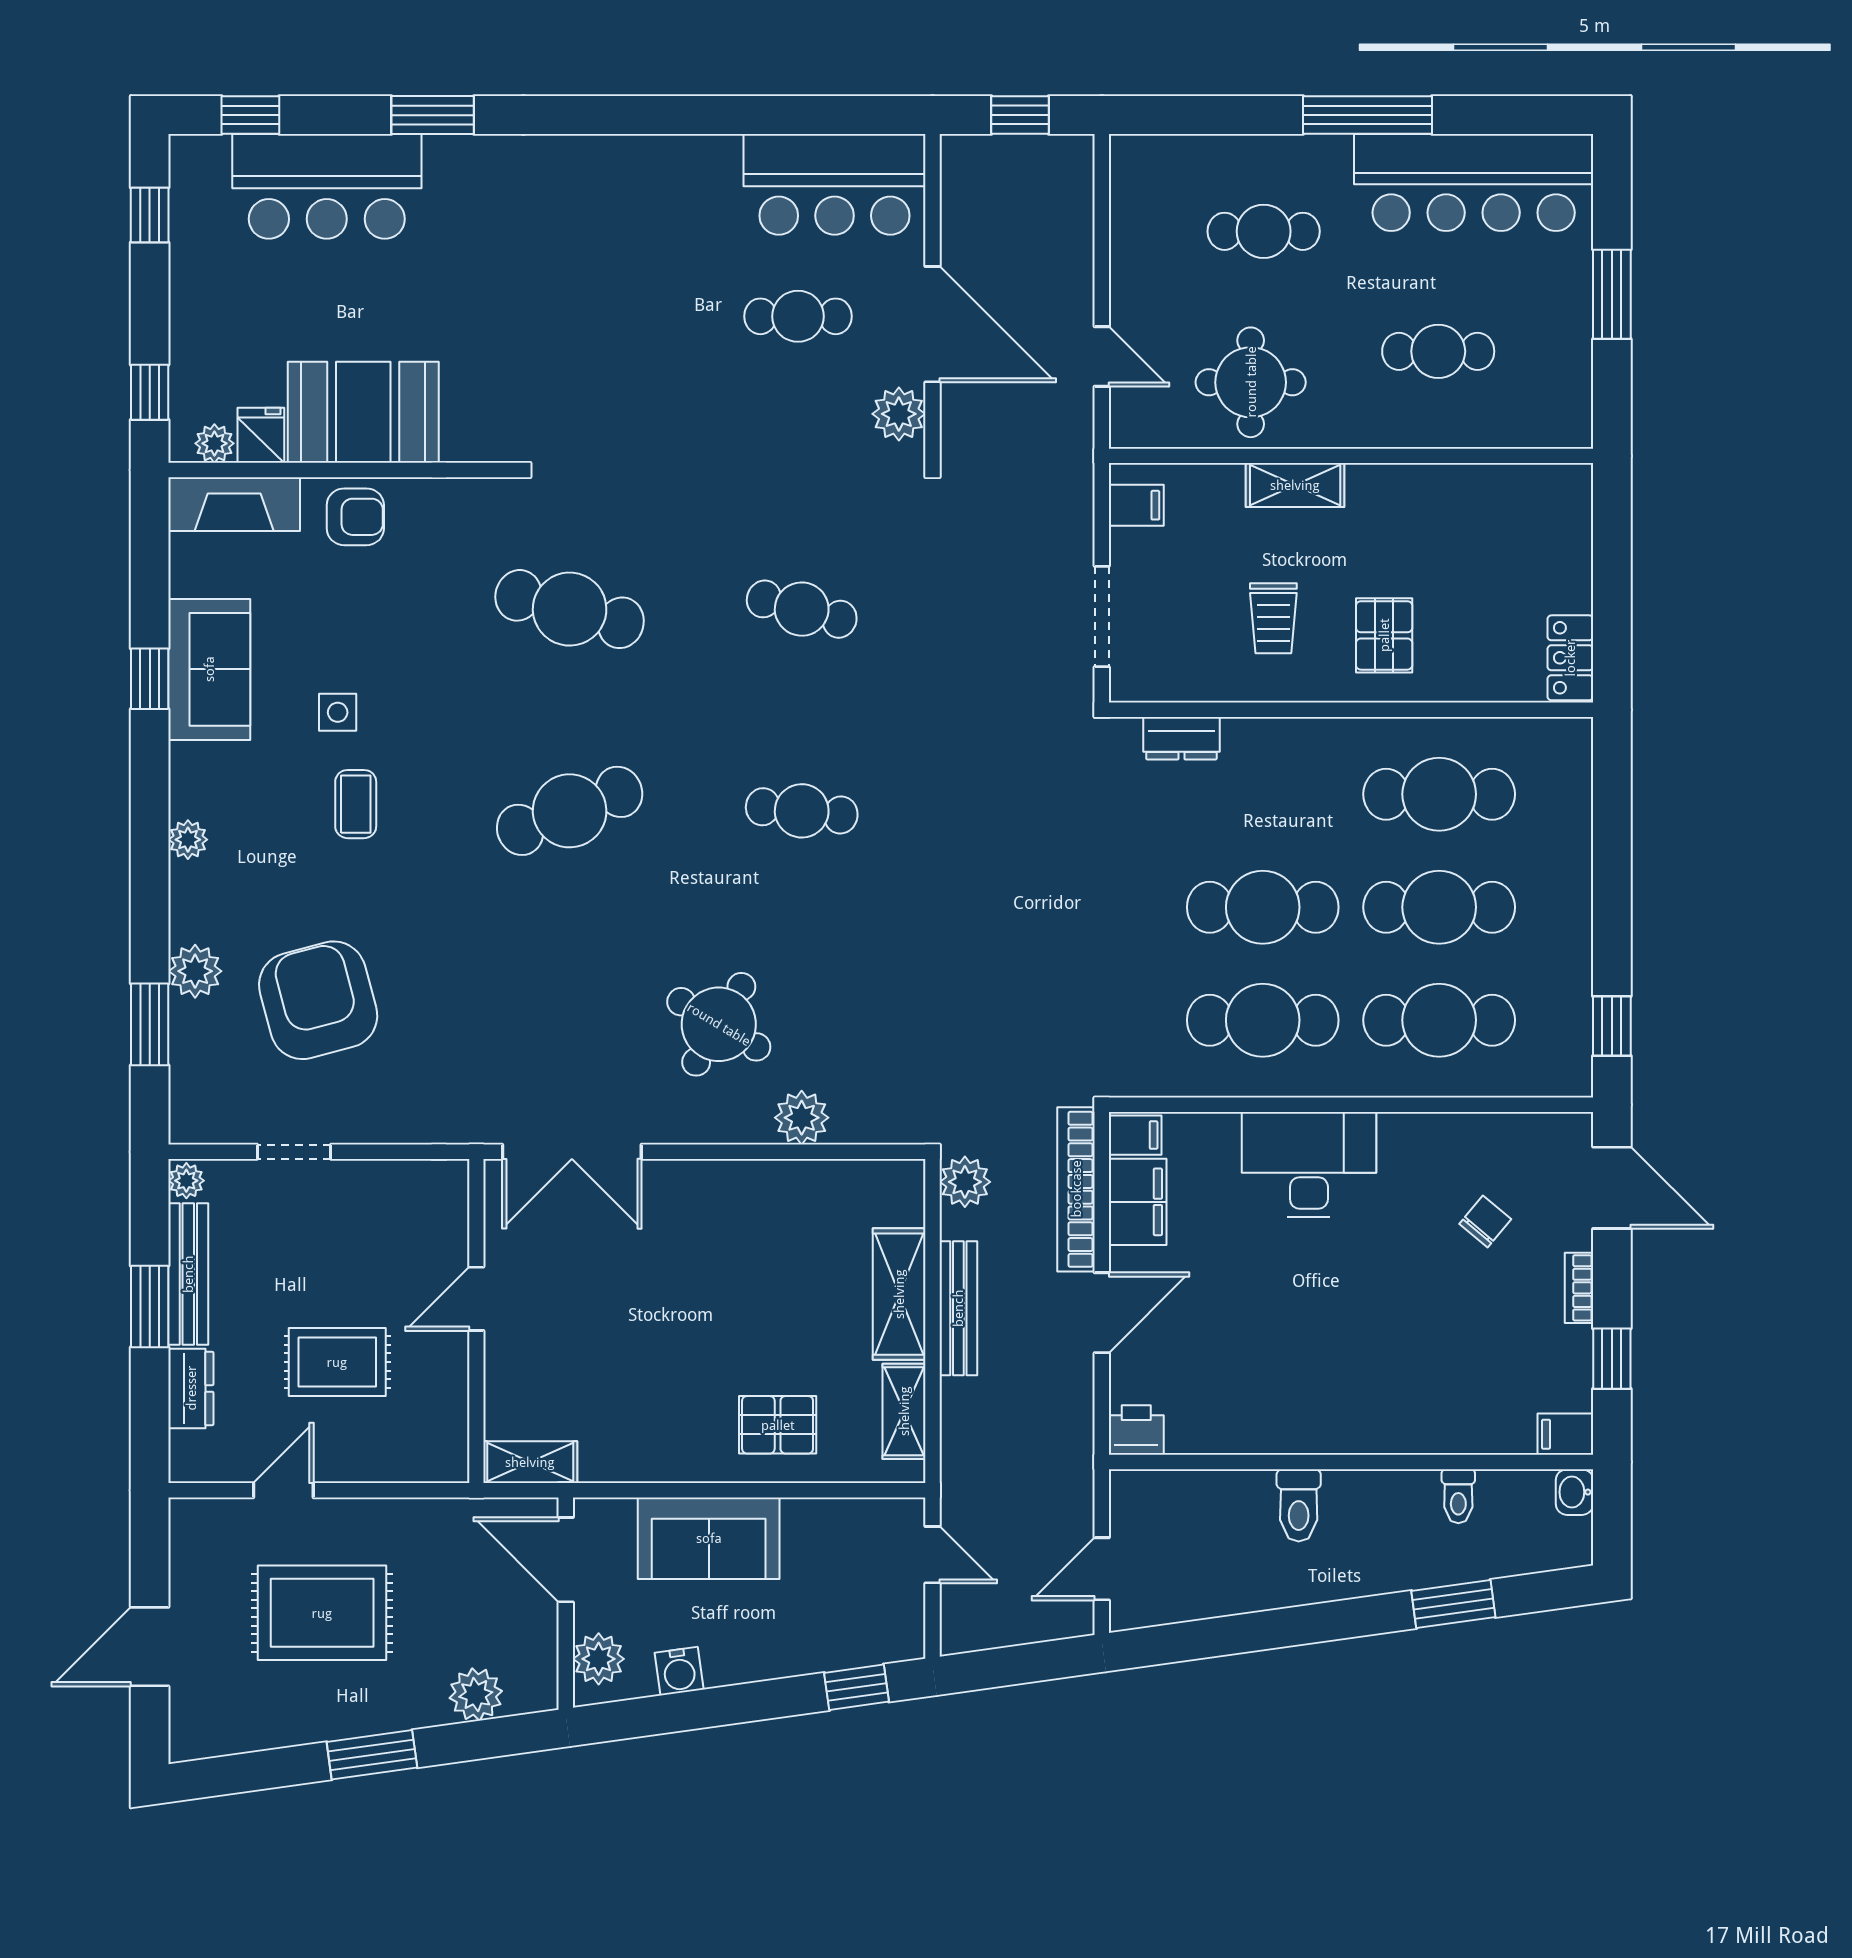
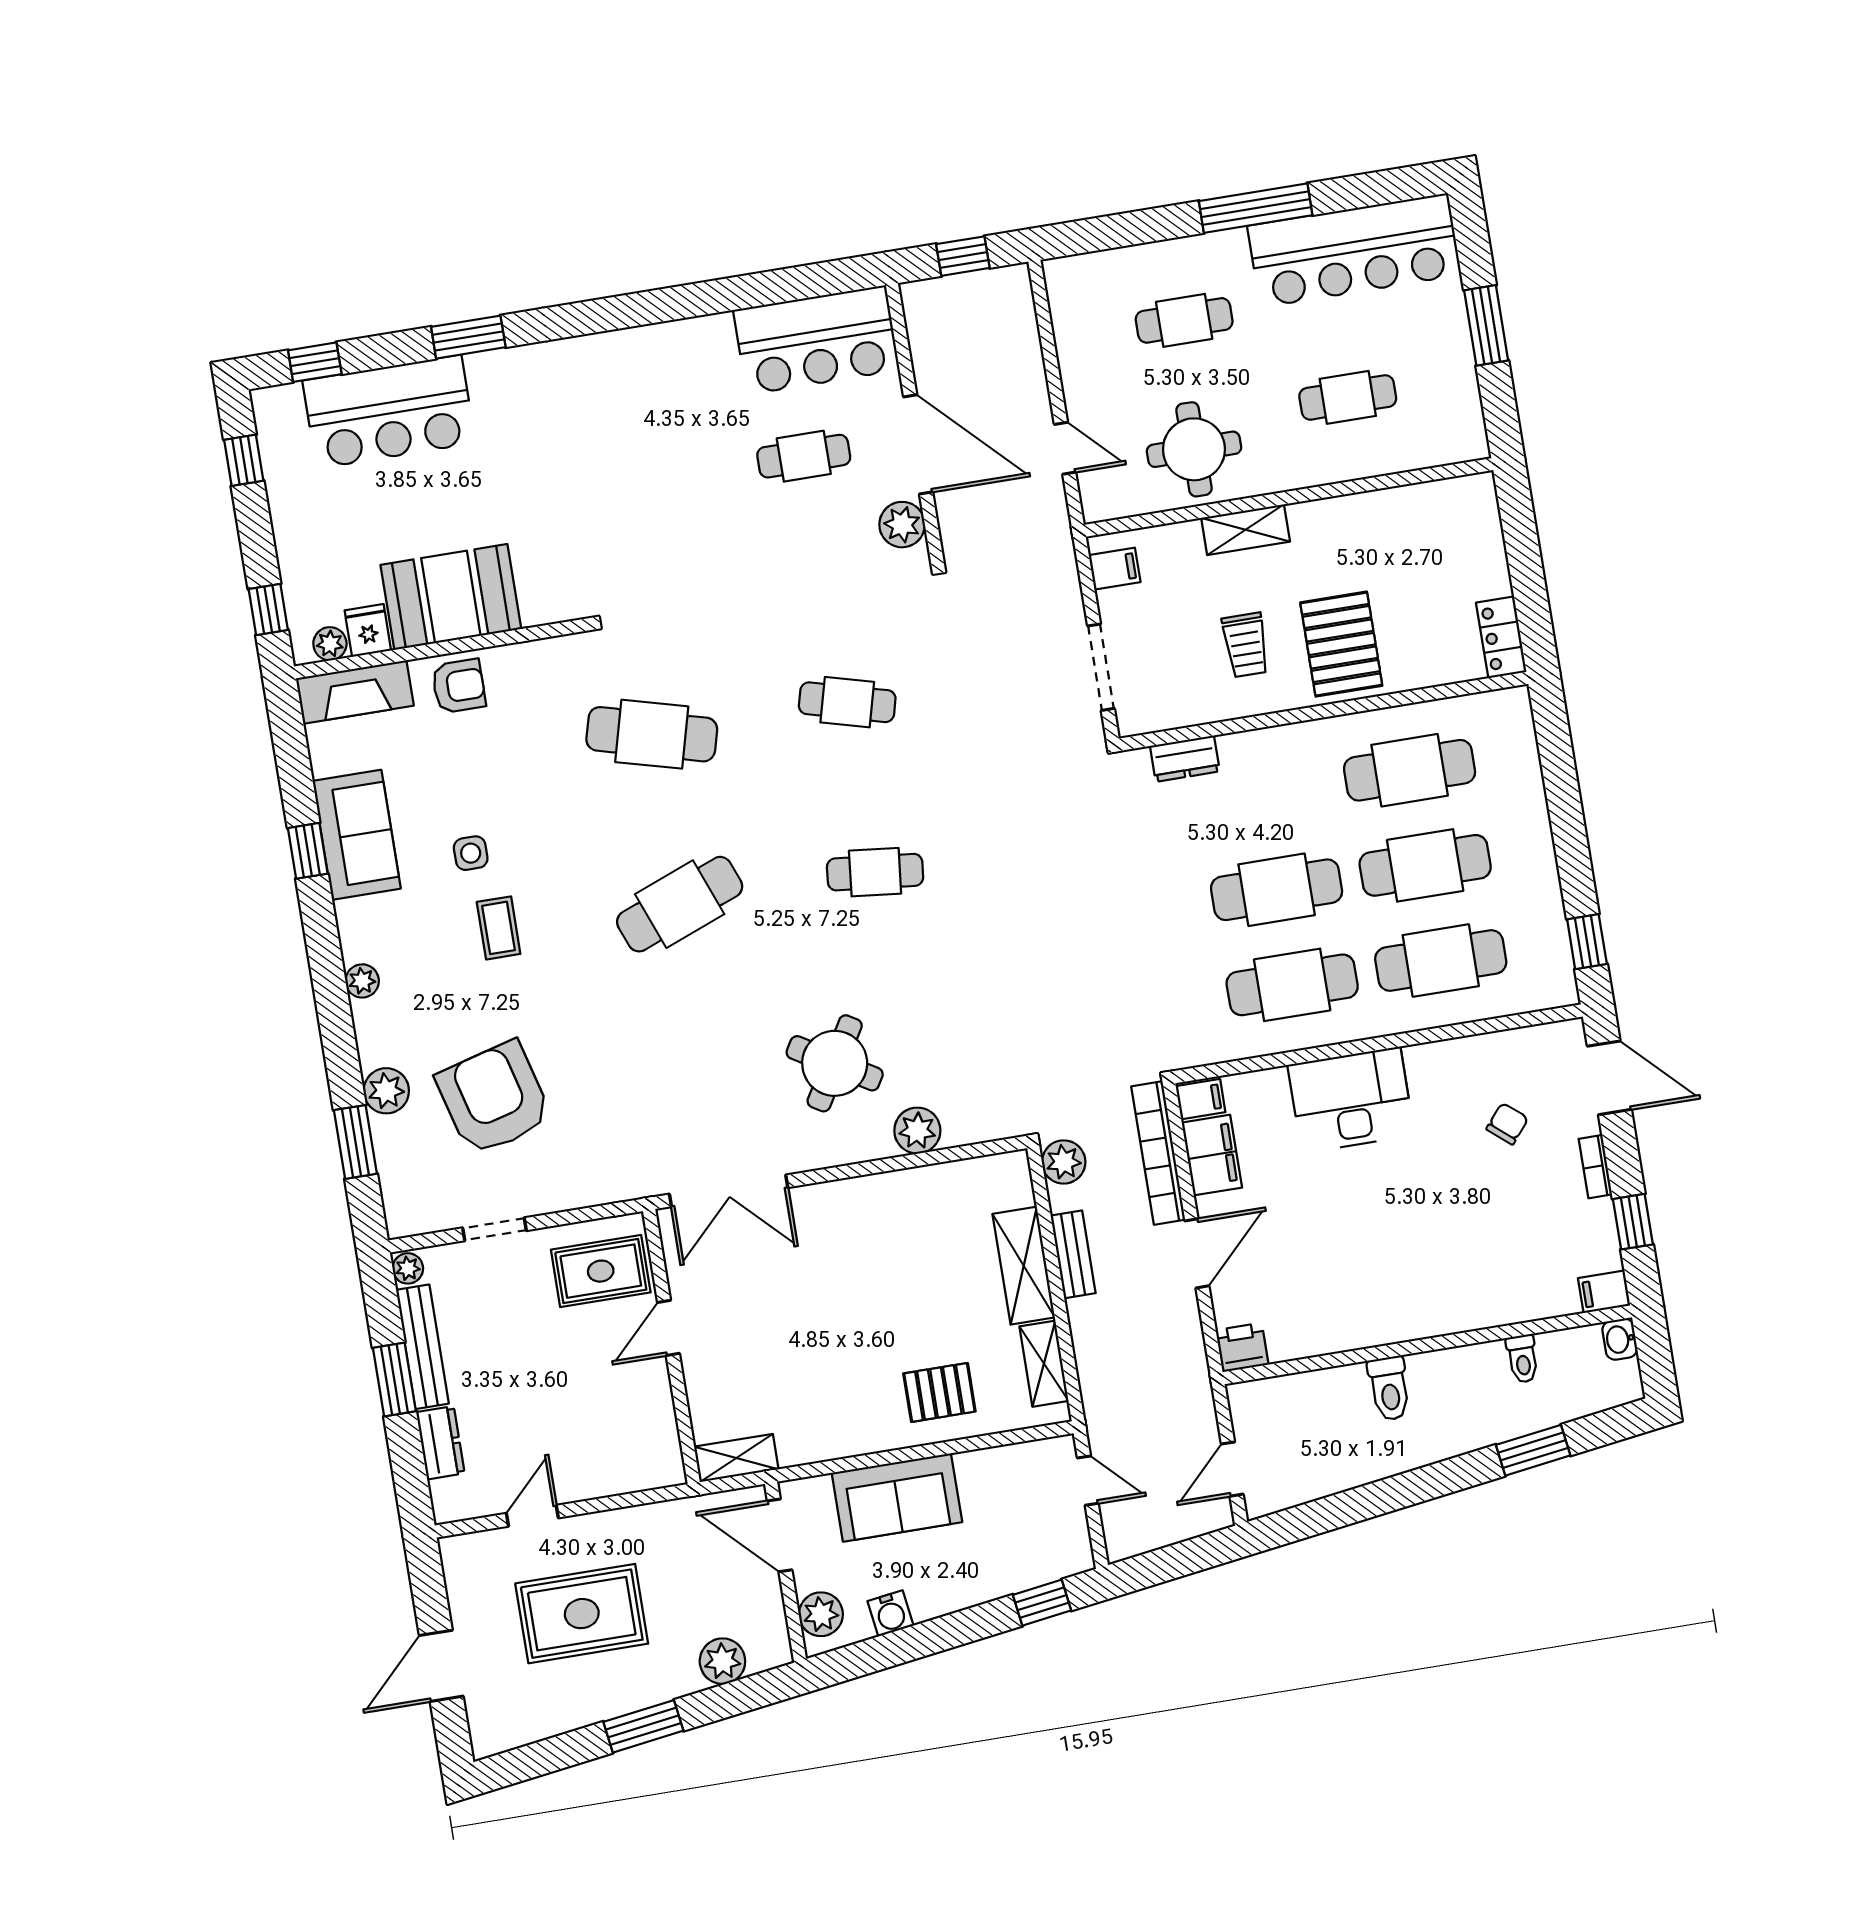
pallet: (1384, 635) -> (1341, 644), width x1.50, depth x1.42
bench: (958, 1308) -> (1073, 1254), width x0.73
rug: (337, 1362) -> (601, 1271), moved

